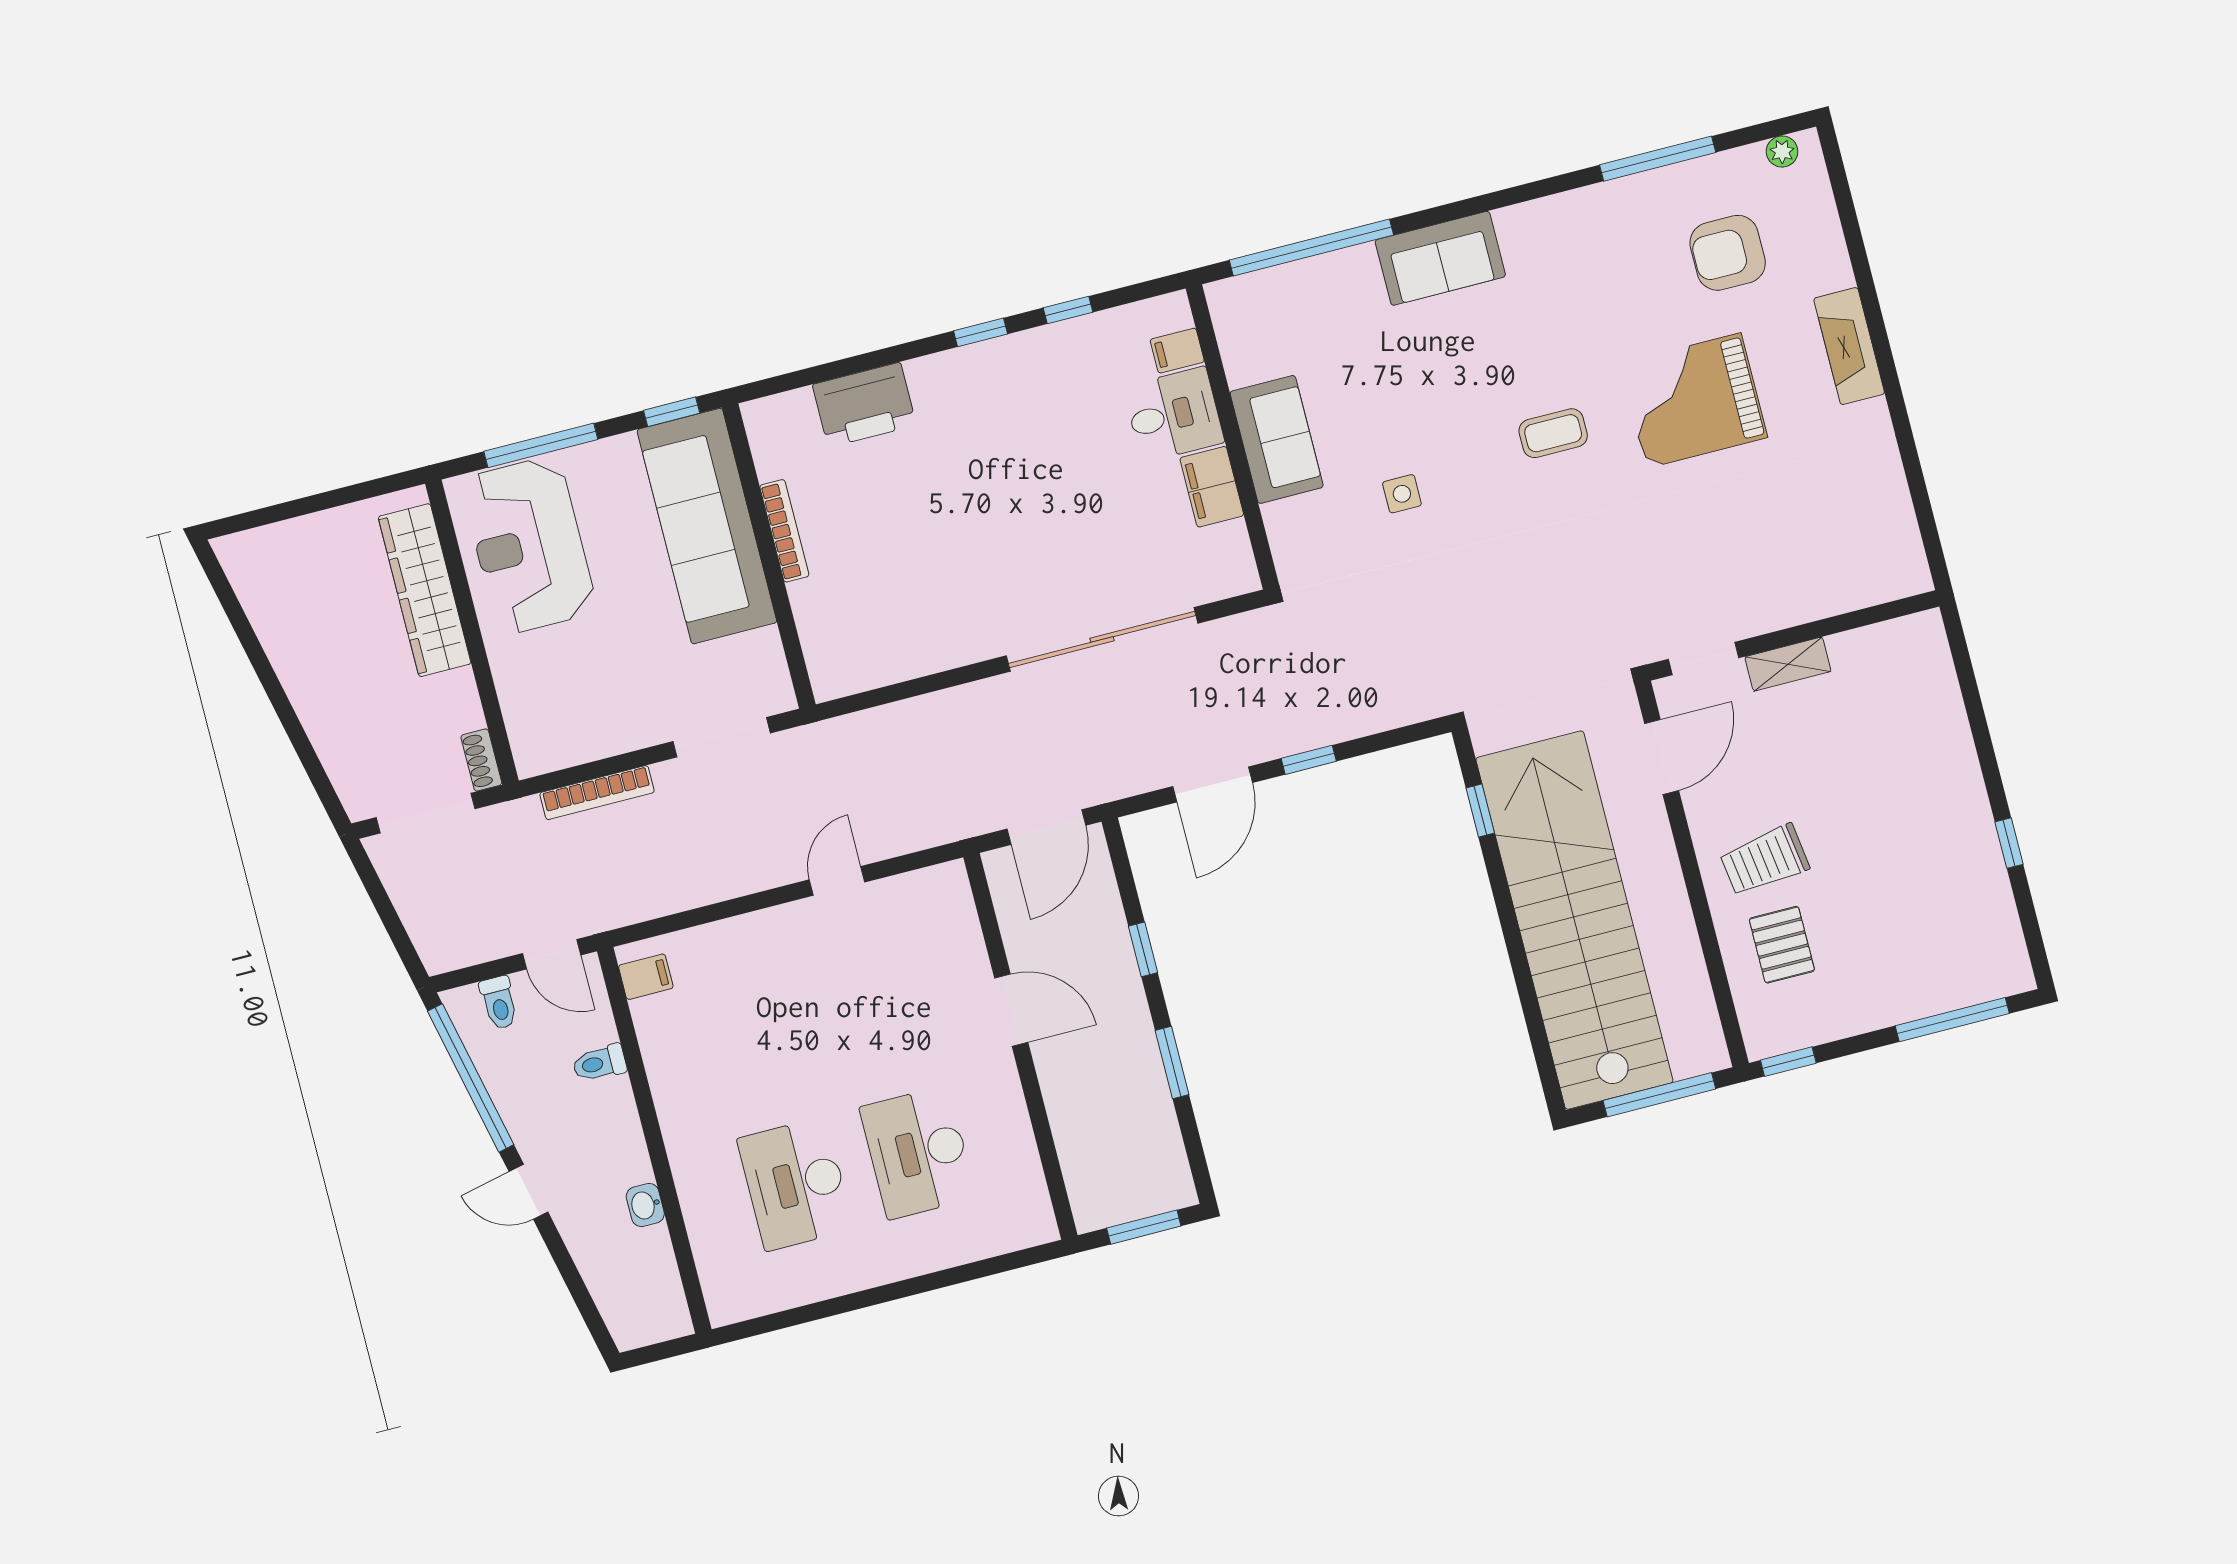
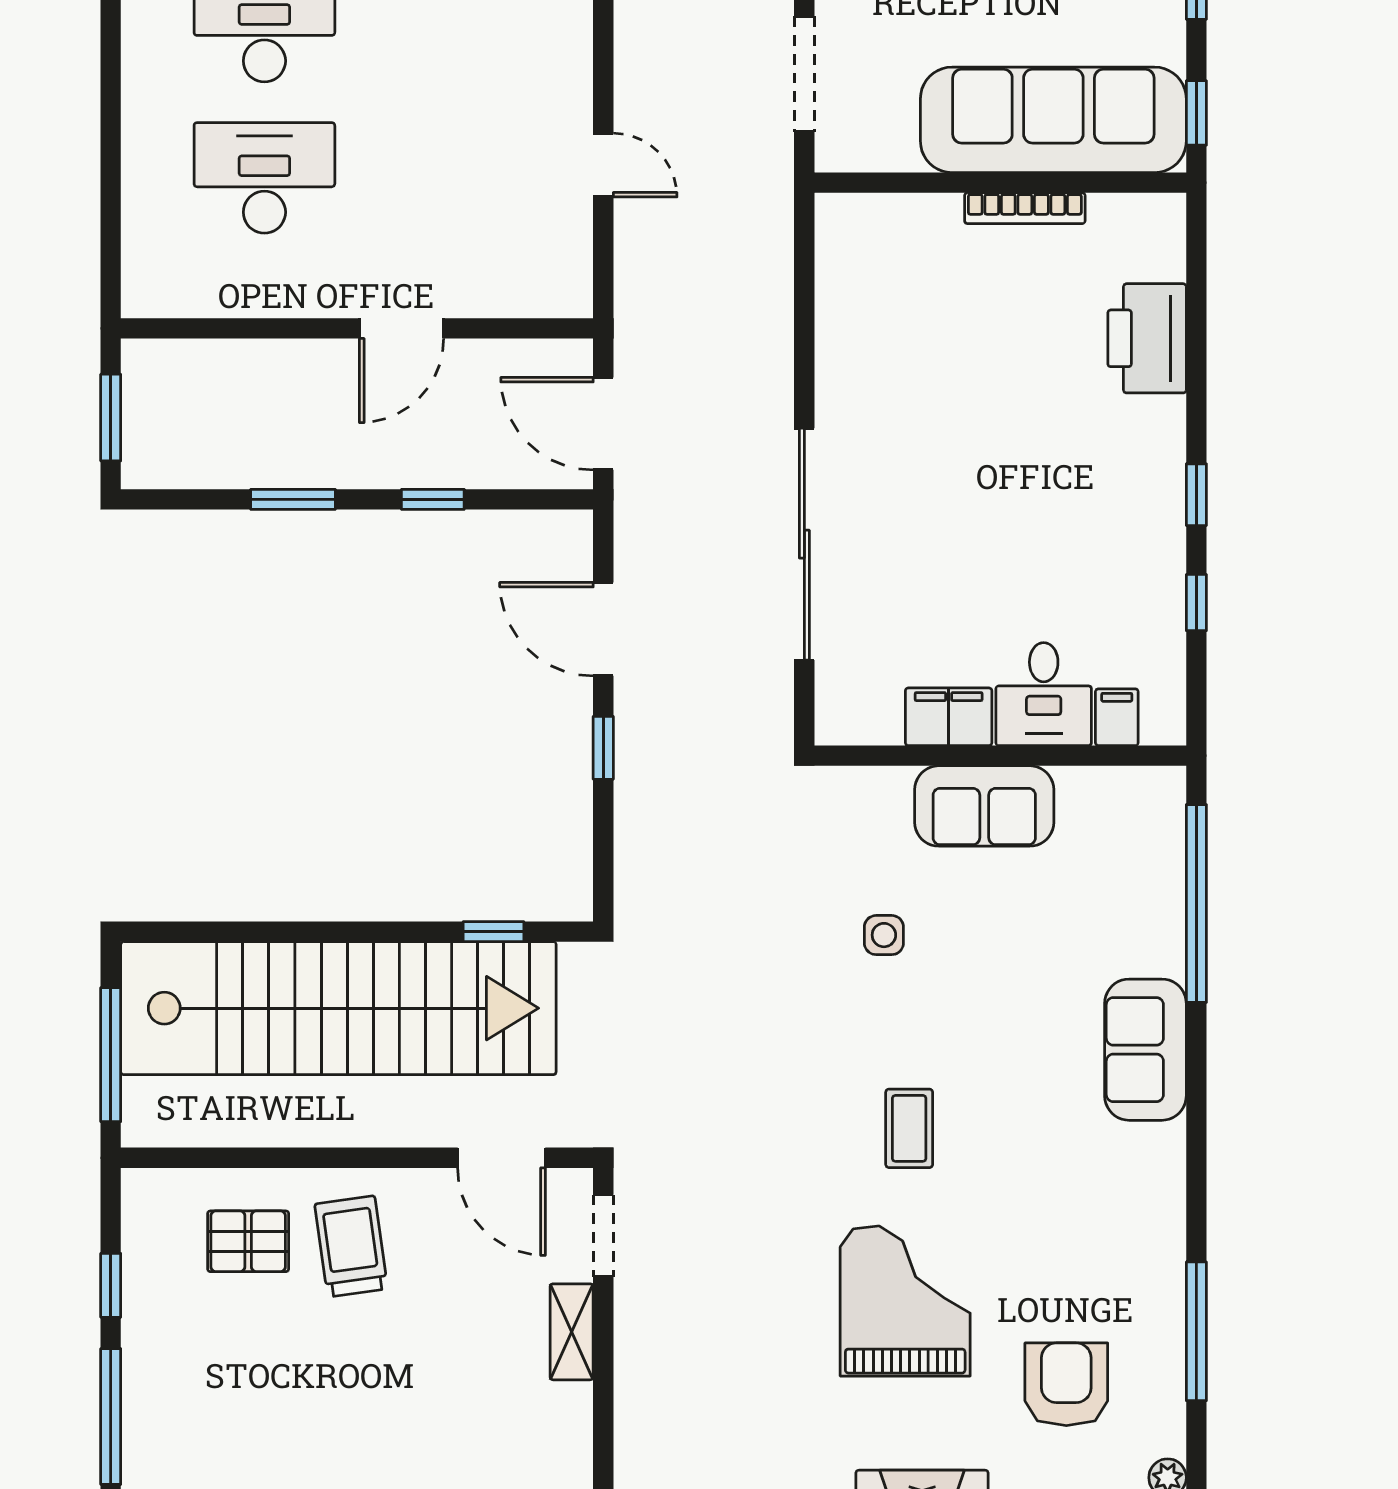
window: (1788, 1062) -> (111, 1285), moved

